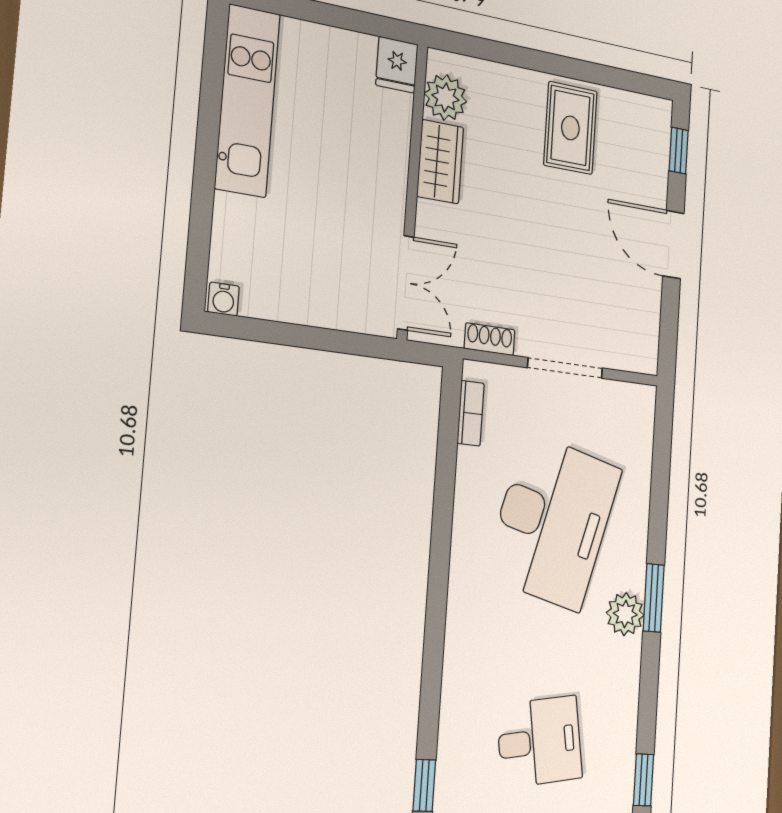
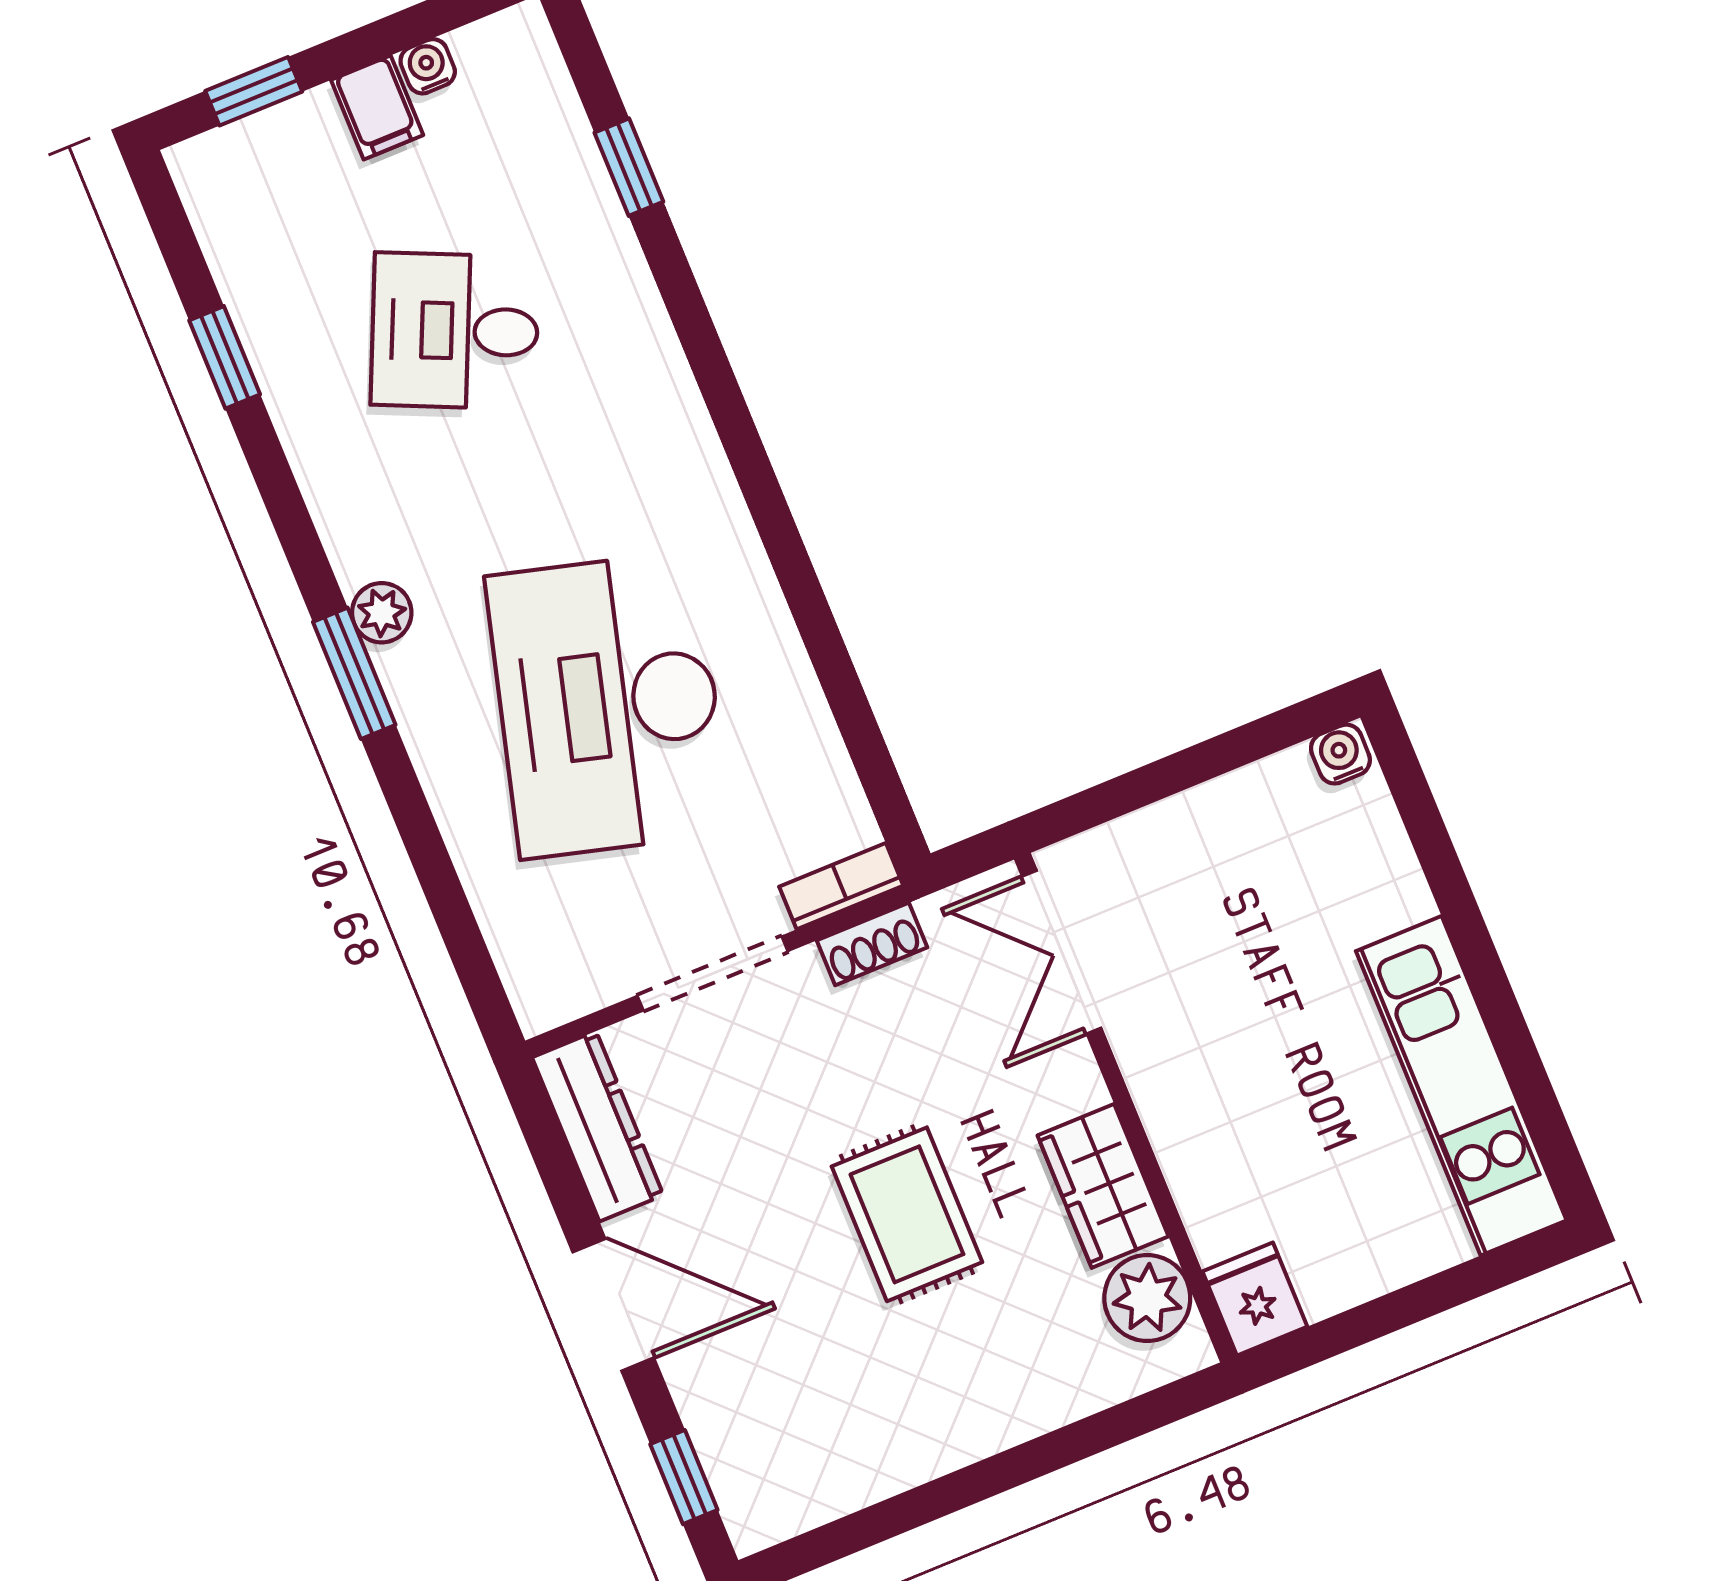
rug: (570, 128) -> (907, 1214), moved
dresser: (644, 328) -> (598, 1126), added
bookcase: (471, 413) -> (841, 886), moved, turned 90
plant: (625, 614) -> (382, 613), width x0.73, depth x0.73
desk: (540, 742) -> (455, 331), turned 33

